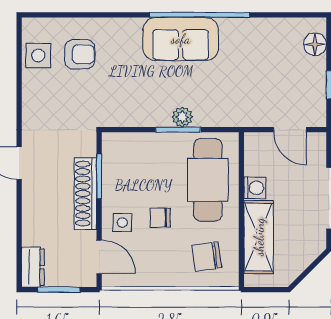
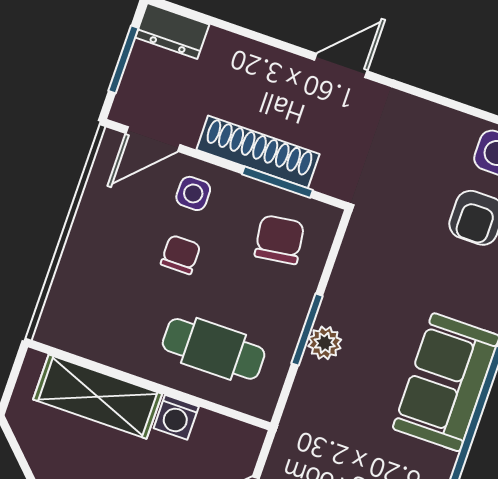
cafe table: (208, 180) -> (214, 349), width x0.73, depth x0.74
chair: (207, 257) -> (279, 240), moved

